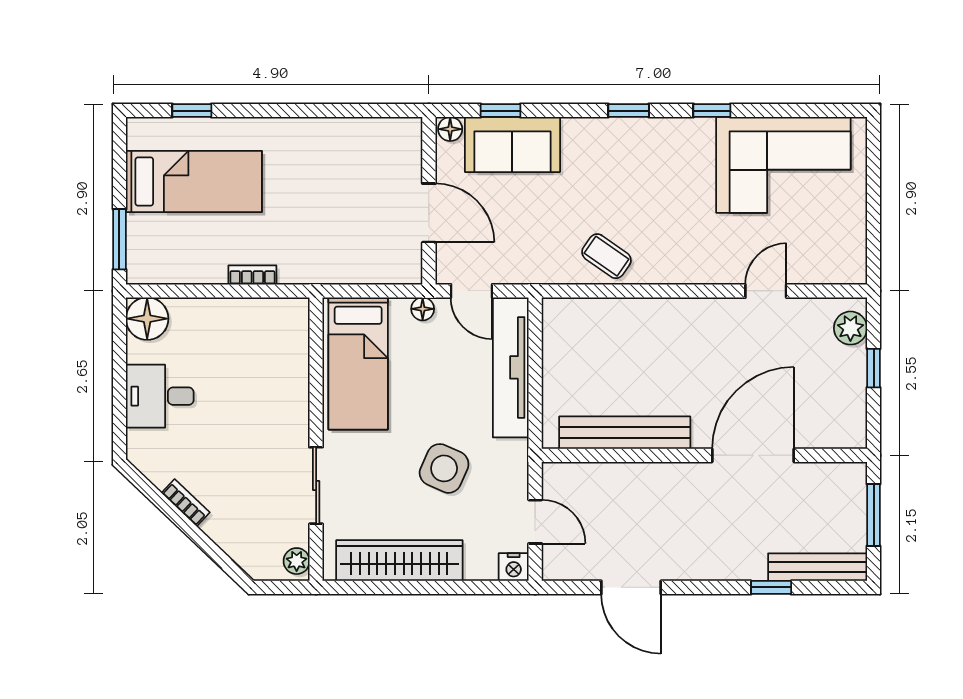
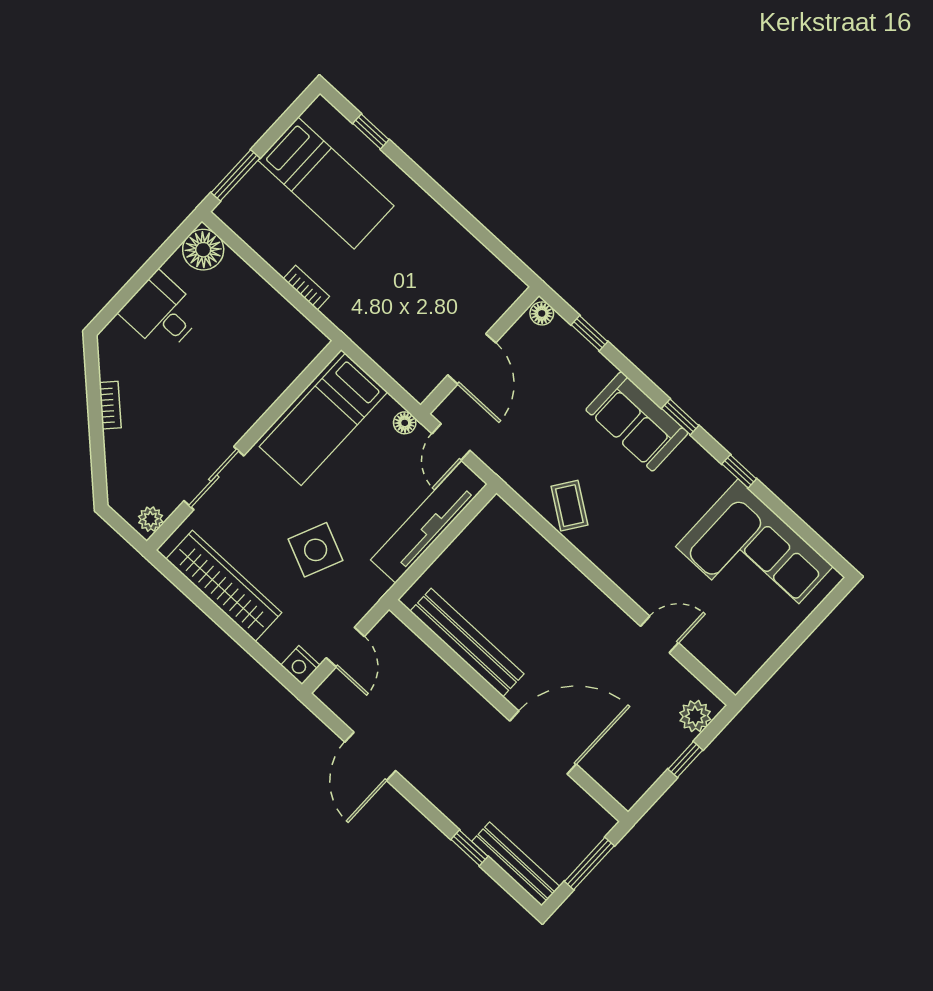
sofa: (512, 144) -> (637, 421), moved

